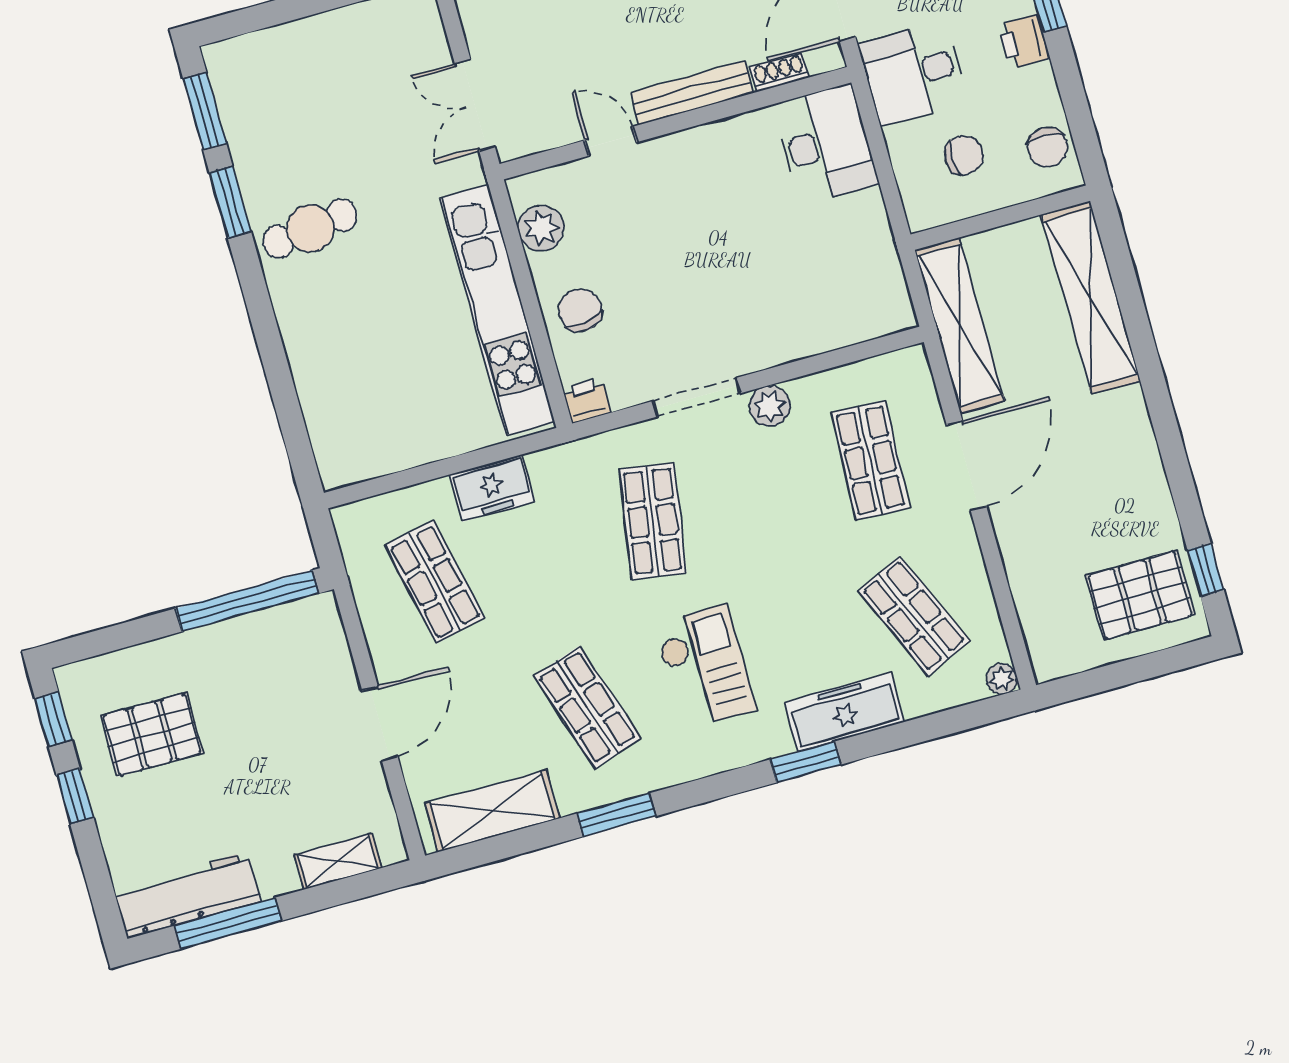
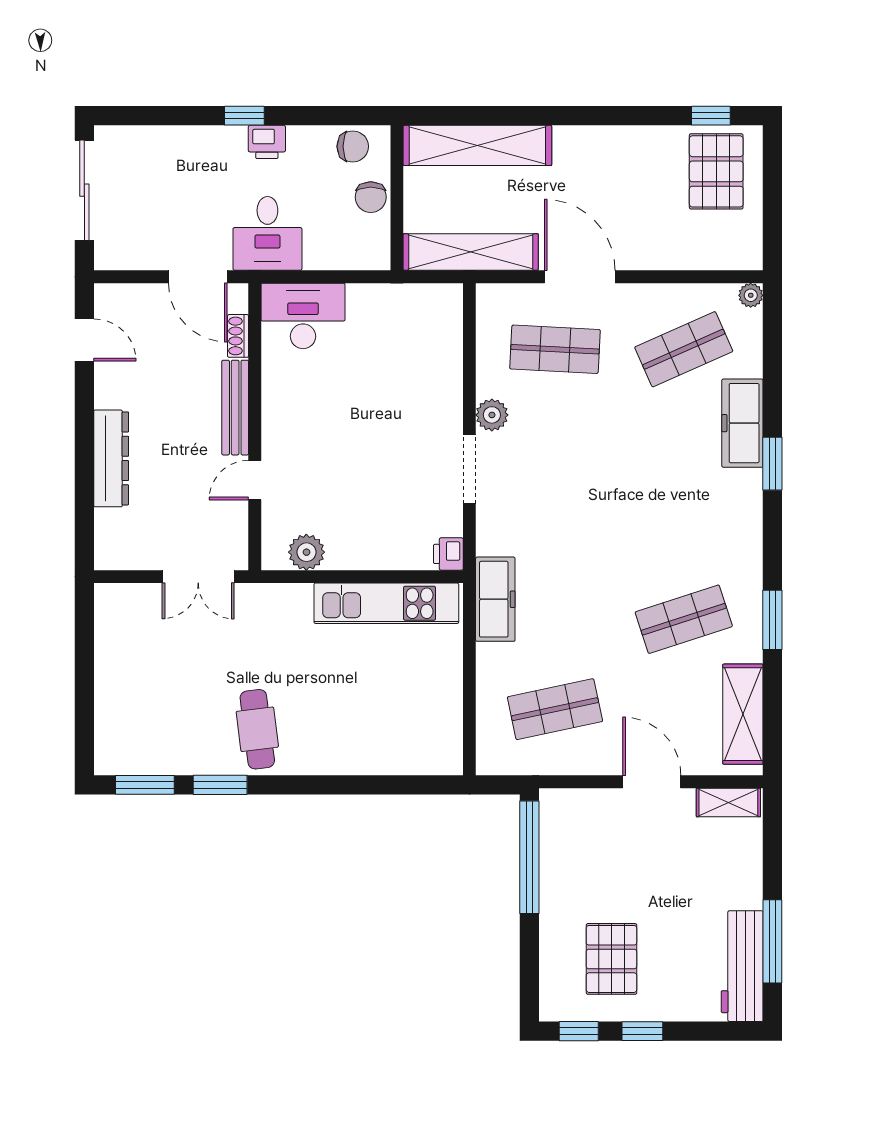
chair: (964, 155) -> (371, 197), moved, turned 180
kitchen unit: (497, 310) -> (386, 603), width x0.73
chair: (580, 310) -> (378, 540), removed
freezer: (492, 488) -> (495, 599), moved, width x1.40
shop shelf: (653, 521) -> (555, 529), removed
checkout: (705, 667) -> (678, 521), removed
shelving: (338, 861) -> (728, 802), moved, turned 90

